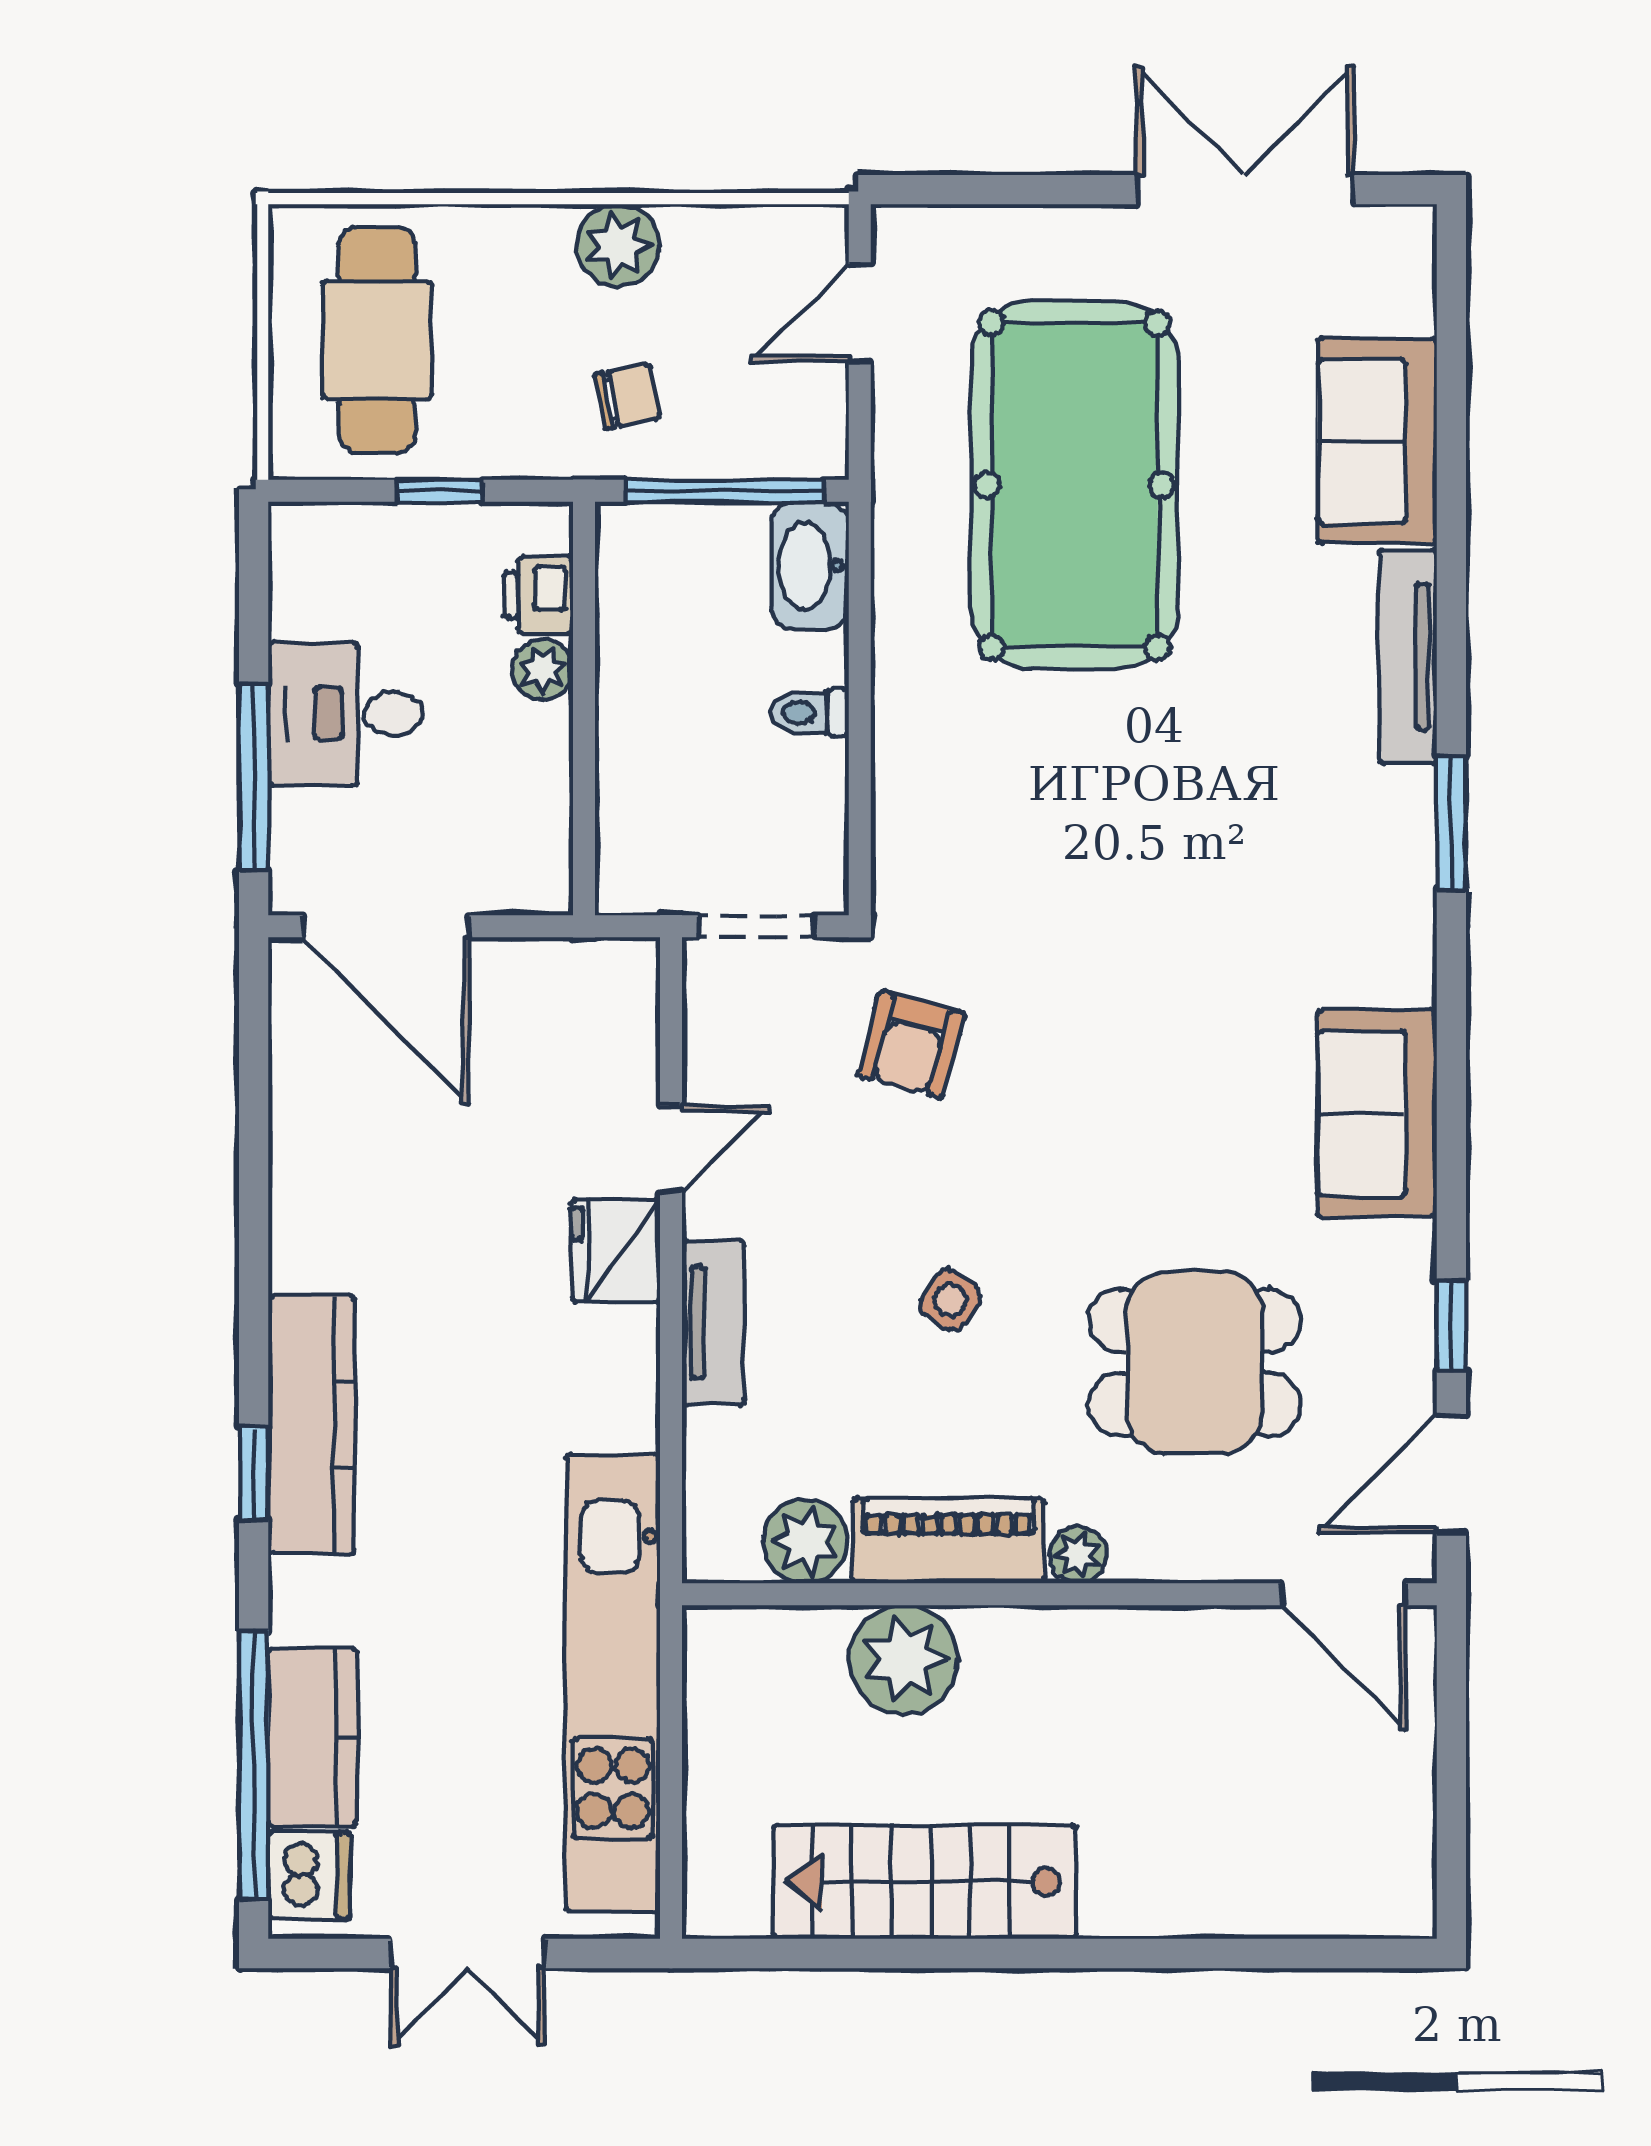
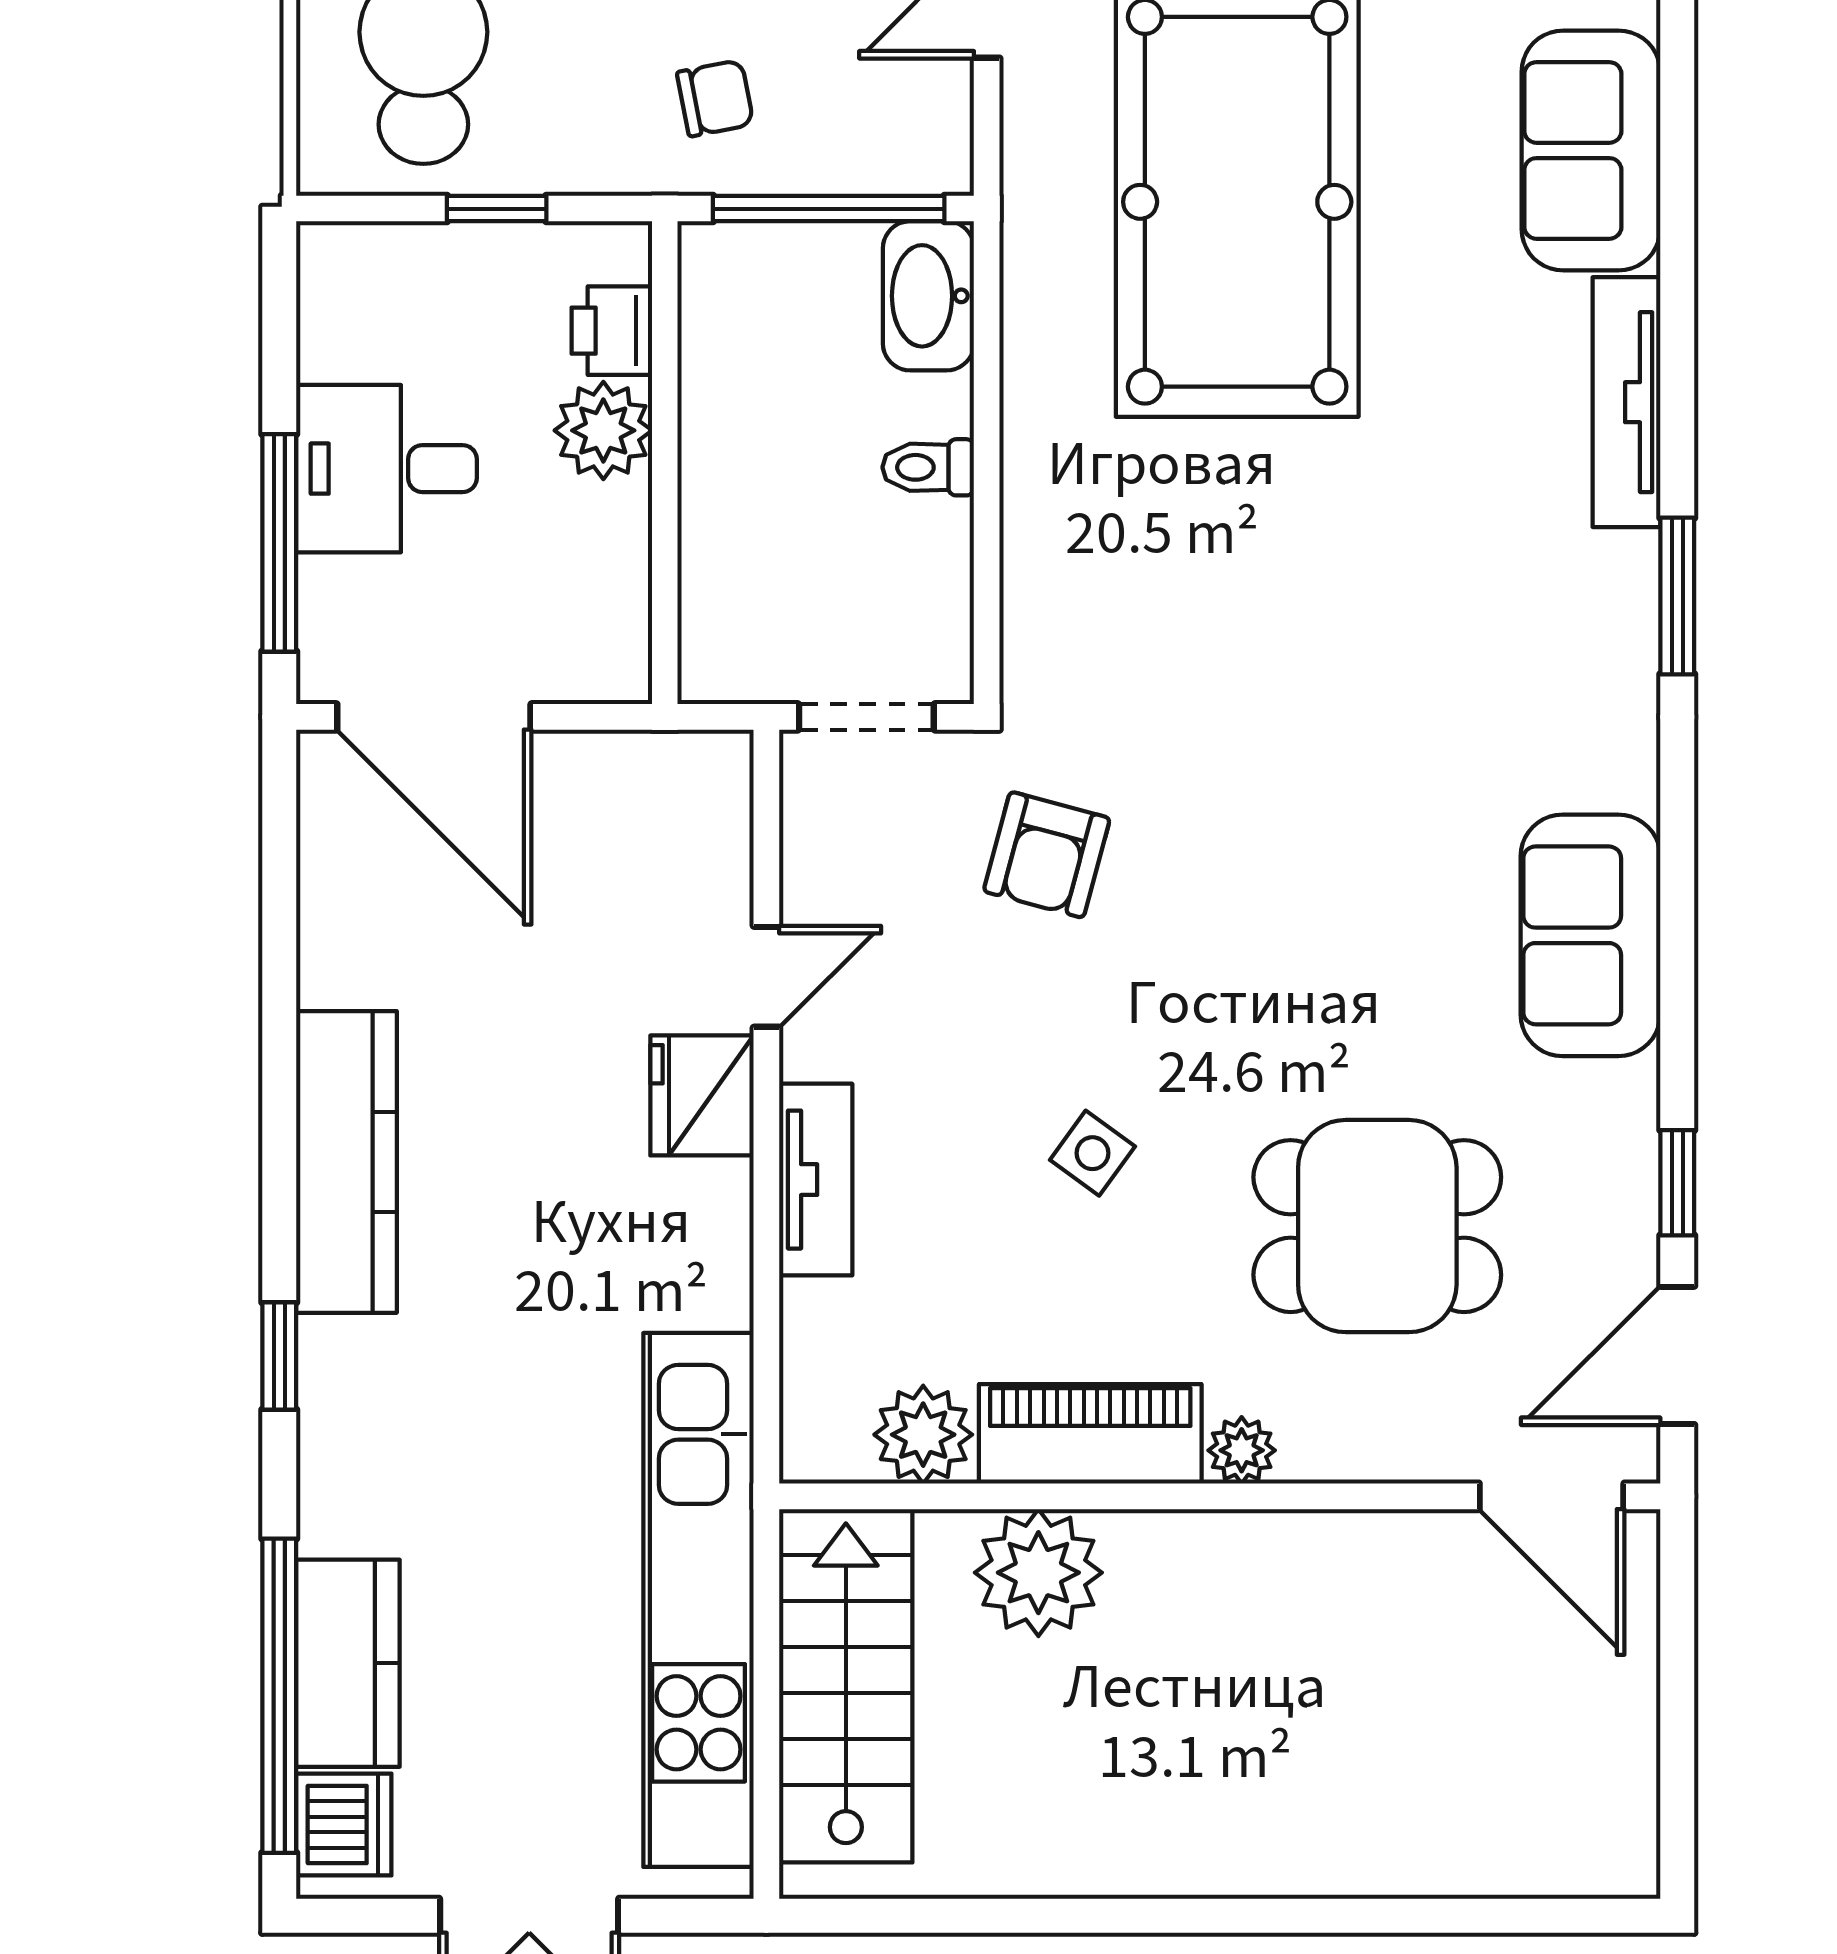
plant: (543, 670) -> (603, 430), width x1.38, depth x1.38
kitchen counter: (311, 1425) -> (347, 1162), moved
stairs: (925, 1882) -> (846, 1686), moved, turned 90

